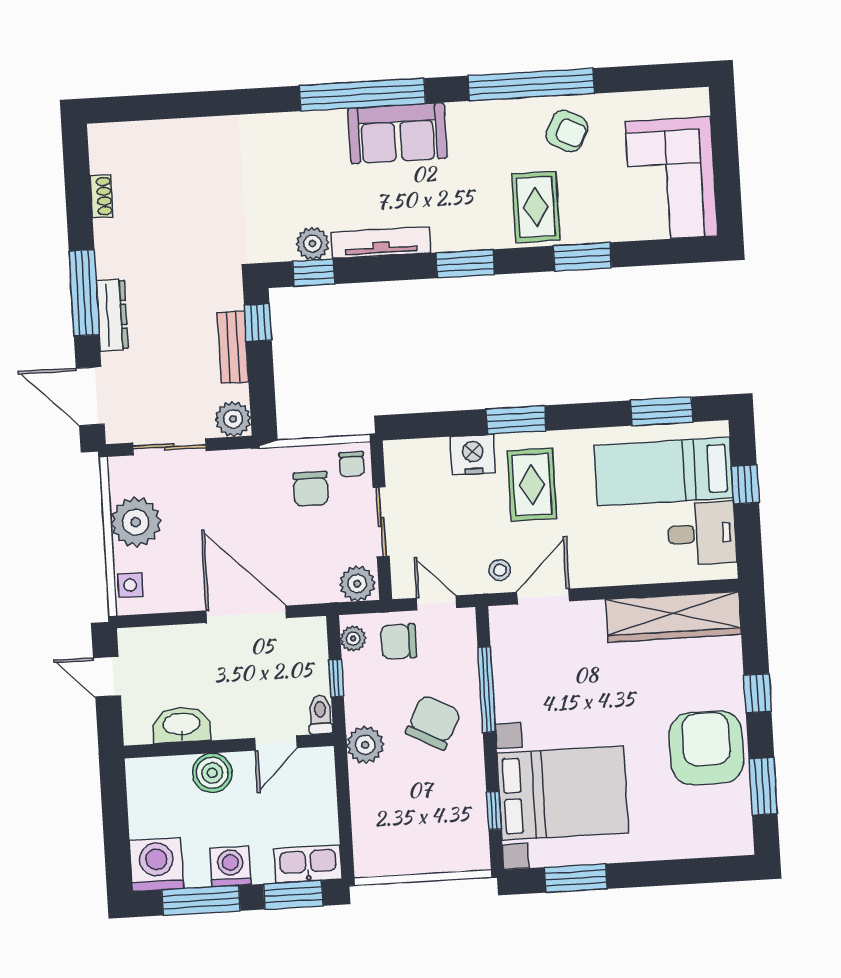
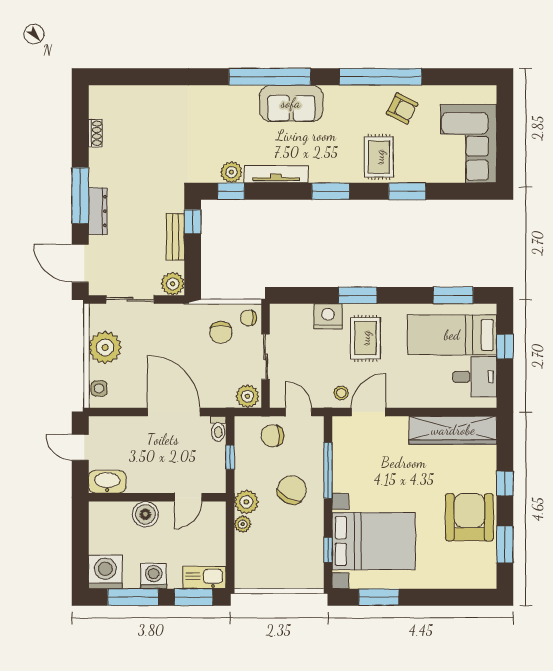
chair: (352, 464) -> (249, 318), turned 90
plant: (353, 639) -> (243, 524), moved
toilet: (320, 715) -> (218, 429), moved, turned 180
washbasin: (182, 725) -> (107, 482), moved

